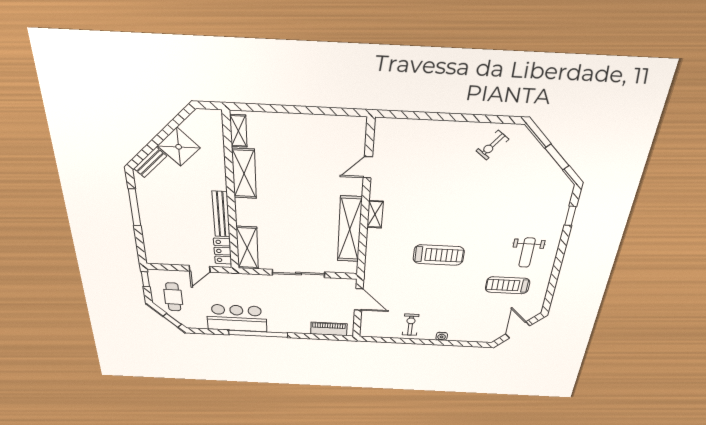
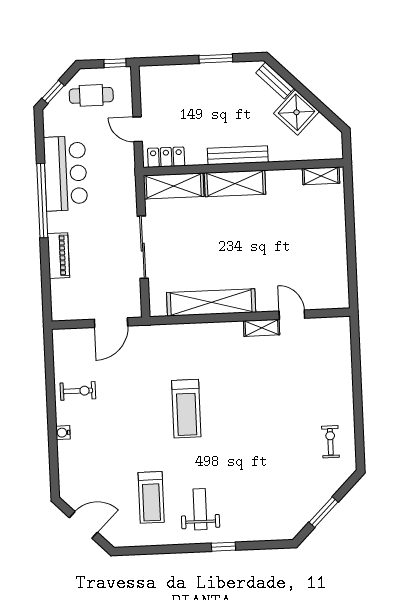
exercise bike: (492, 145) -> (330, 442), turned 52
shelving: (244, 174) -> (235, 183), moved
window: (135, 207) -> (216, 59), width x0.69
bench: (221, 214) -> (238, 155), moved
shelving: (375, 214) -> (262, 328), moved
window: (570, 216) -> (223, 547), moved
weight bench: (527, 253) -> (200, 509), turned 90
treadmill: (508, 285) -> (151, 497), turned 180
piano: (329, 329) -> (59, 256), moved

